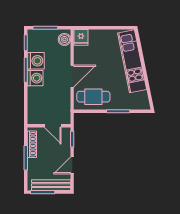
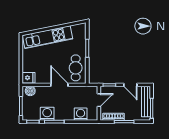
washing machine: (35, 78) -> (81, 114), moved

